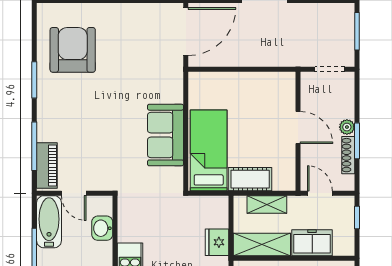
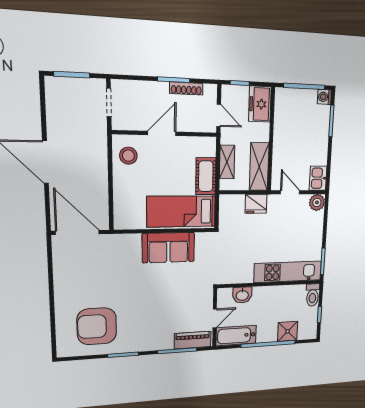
stool: (273, 90) -> (128, 156), added
plant: (347, 127) -> (161, 88), removed
door: (320, 193) -> (219, 115), swing flipped
freezer: (312, 243) -> (260, 104), moved

